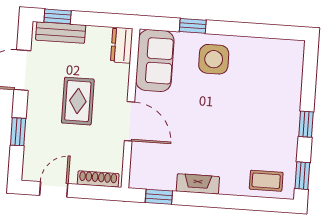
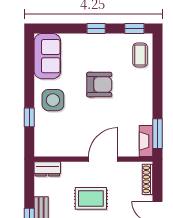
sofa: (155, 61) -> (47, 56), moved, turned 90
armchair: (230, 123) -> (99, 85), added
fireplace: (198, 184) -> (146, 141), moved
window: (159, 197) -> (157, 134), width x1.50

